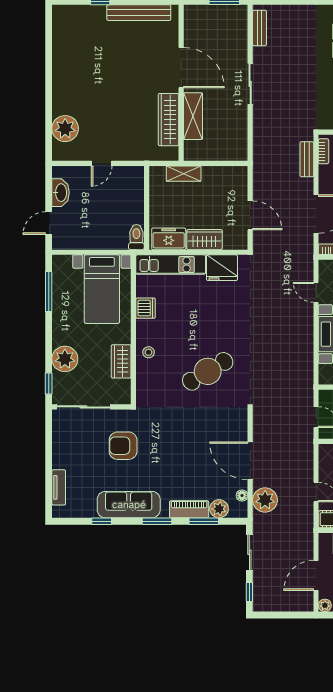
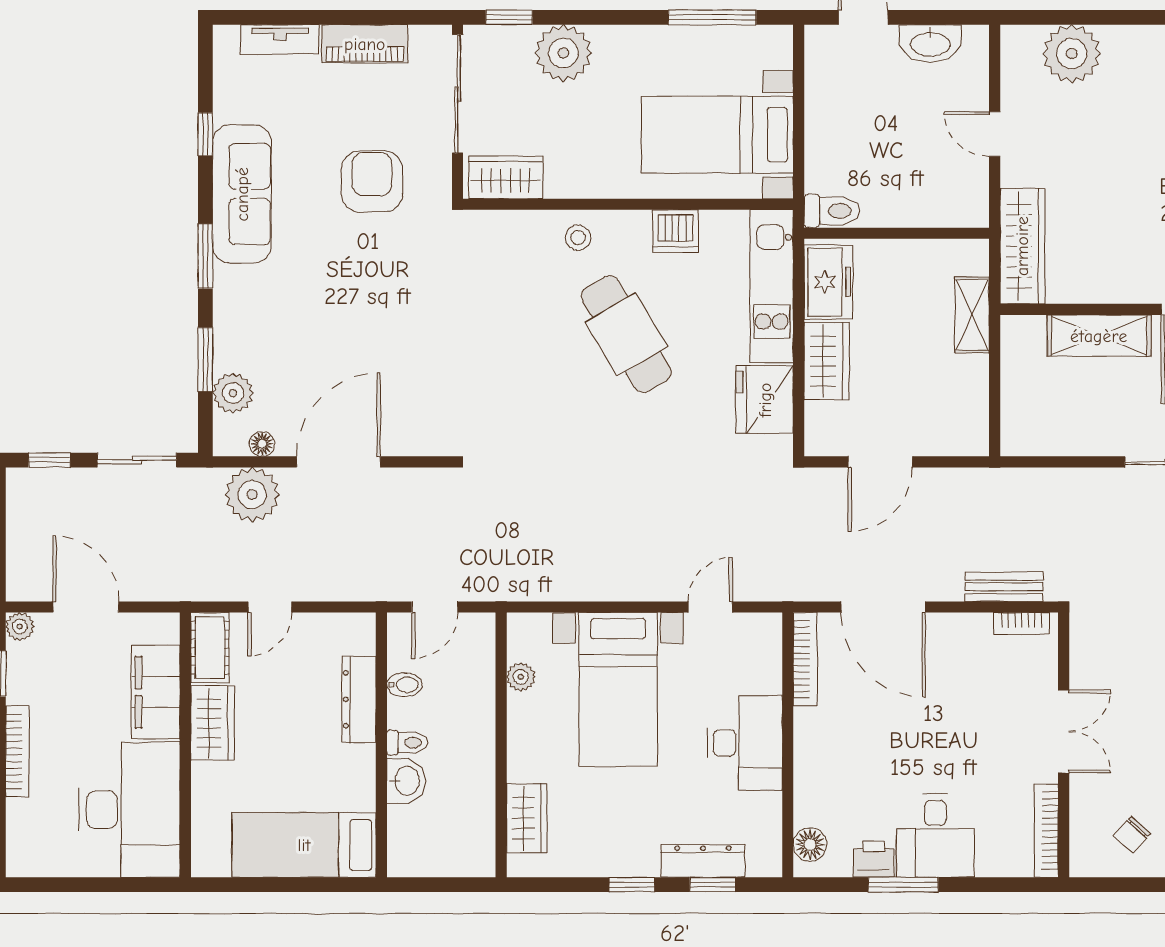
wardrobe: (169, 120) -> (1022, 246), moved, turned 90
wardrobe: (121, 361) -> (506, 177), moved
cafe table: (208, 371) -> (626, 334), moved
piano: (189, 509) -> (365, 44), moved, turned 90

